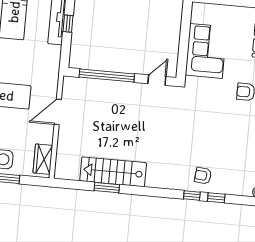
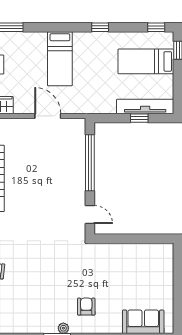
corner sofa: (206, 51) -> (124, 262), removed

